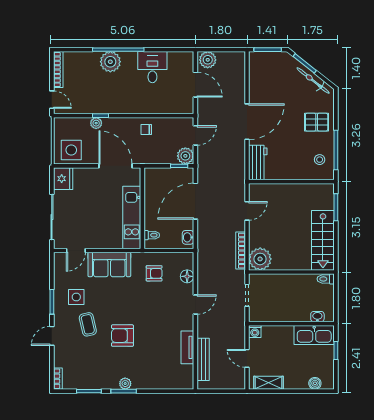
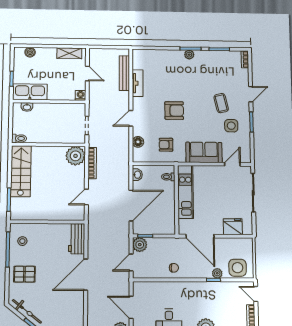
side table: (71, 150) -> (238, 268), moved
fridge: (63, 179) -> (233, 227), moved, turned 90
armchair: (122, 336) -> (174, 111), moved

